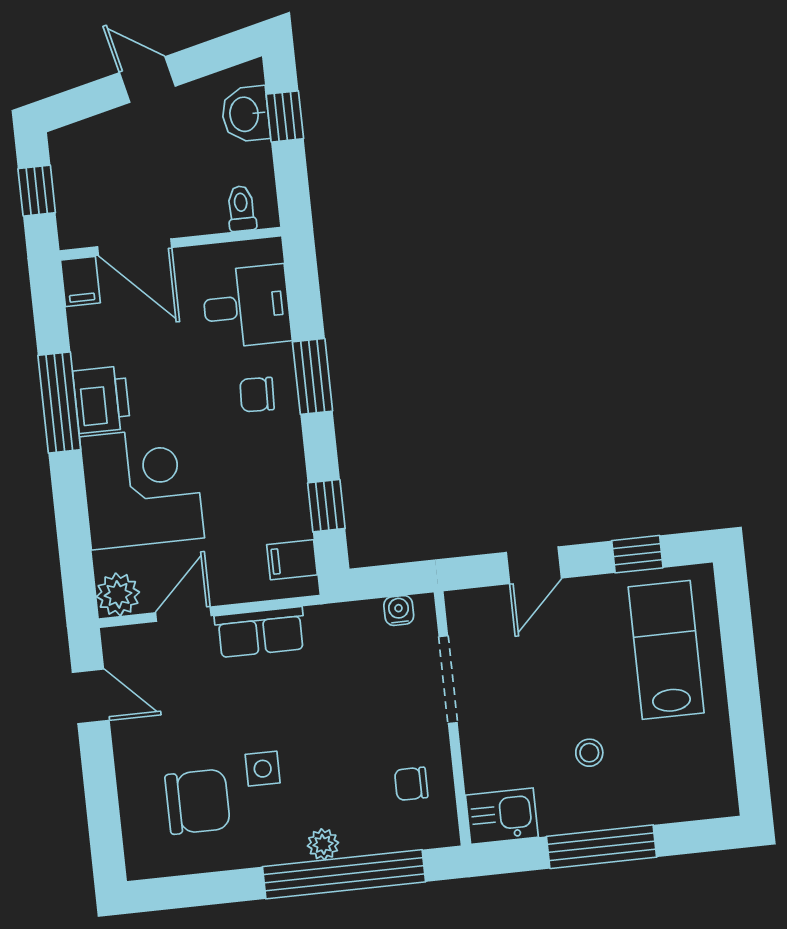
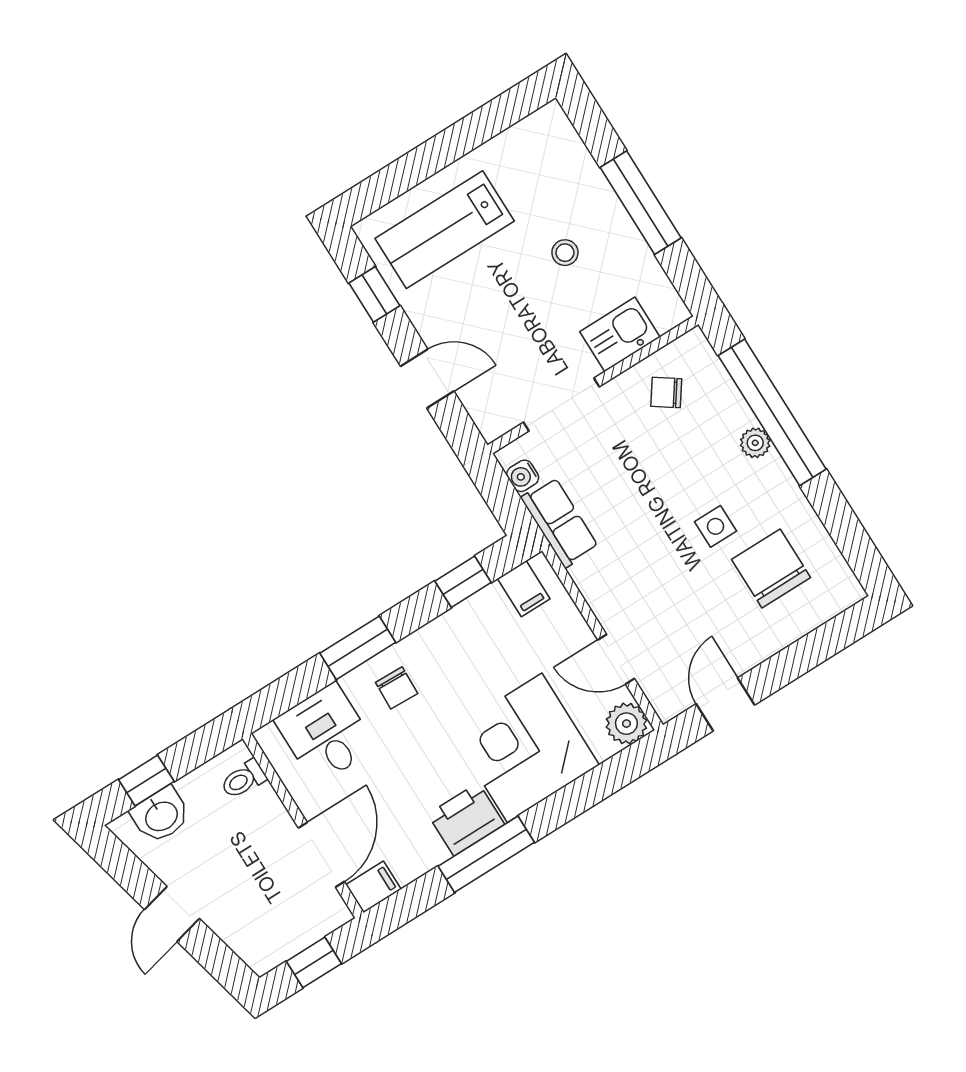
row of seats: (260, 632) -> (560, 522), moved
chair: (411, 784) -> (666, 393), turned 125
kitchen sink: (502, 816) -> (620, 334), moved, turned 90

